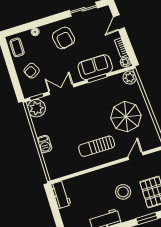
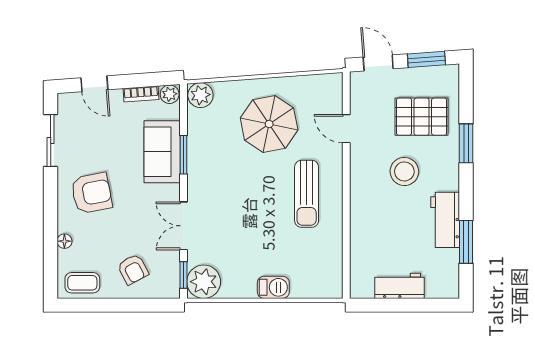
workbench: (61, 194) -> (400, 286), moved

